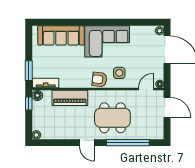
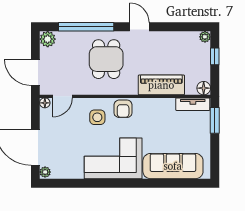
armchair: (99, 79) -> (123, 109), turned 84
window: (29, 103) -> (215, 56), moved
dining table: (112, 118) -> (106, 59), width x0.73
plant: (158, 133) -> (48, 39), added

